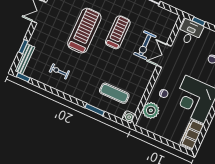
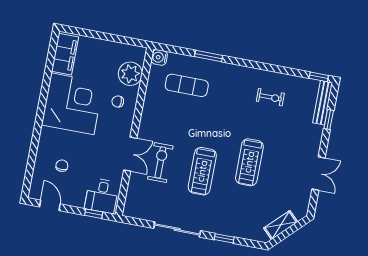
treadmill: (84, 31) -> (249, 162), width x0.73, depth x0.73

